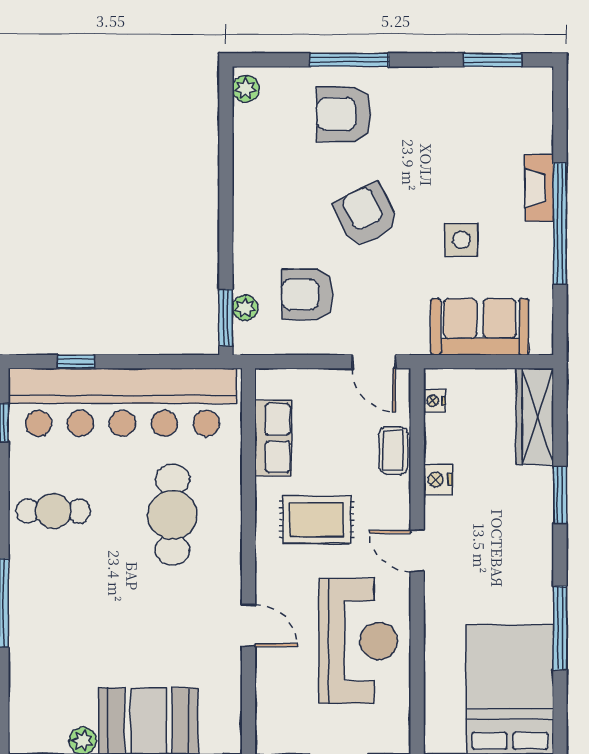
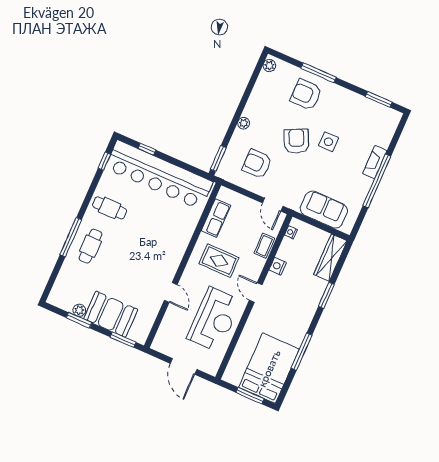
side table: (461, 240) -> (328, 142), moved
plant: (245, 308) -> (244, 123), moved
cafe table: (172, 515) -> (90, 246), moved, width x0.73, depth x0.74

